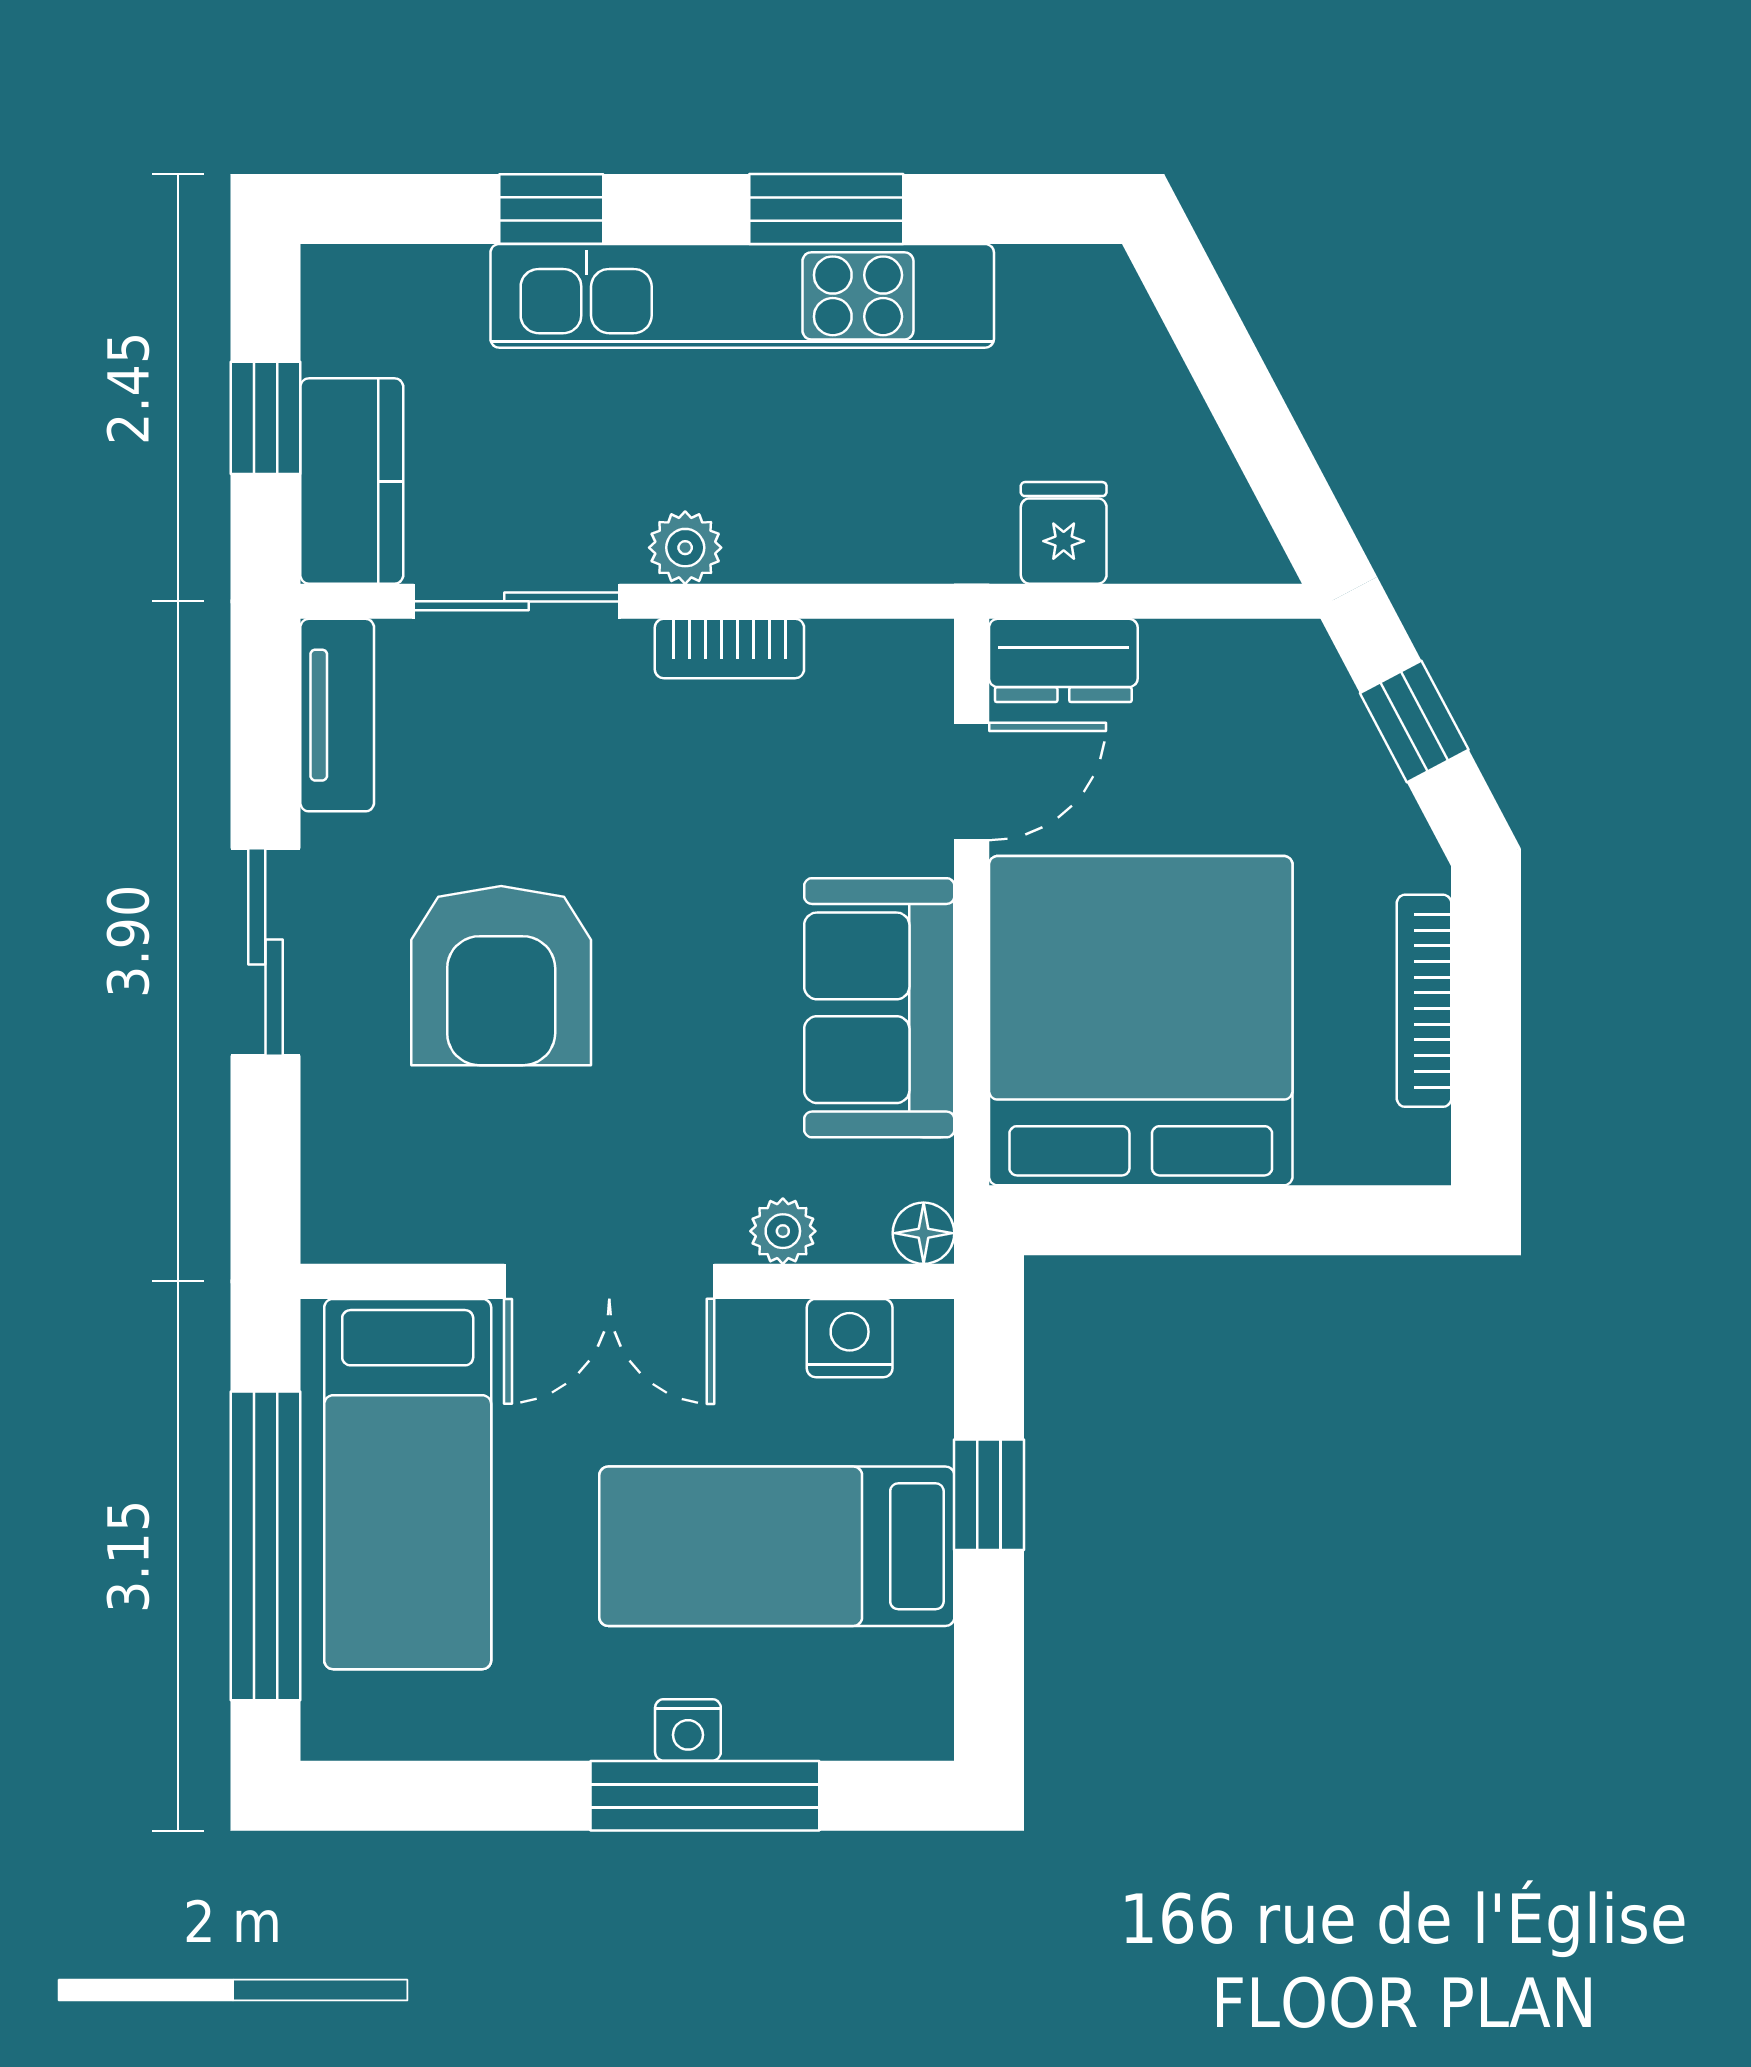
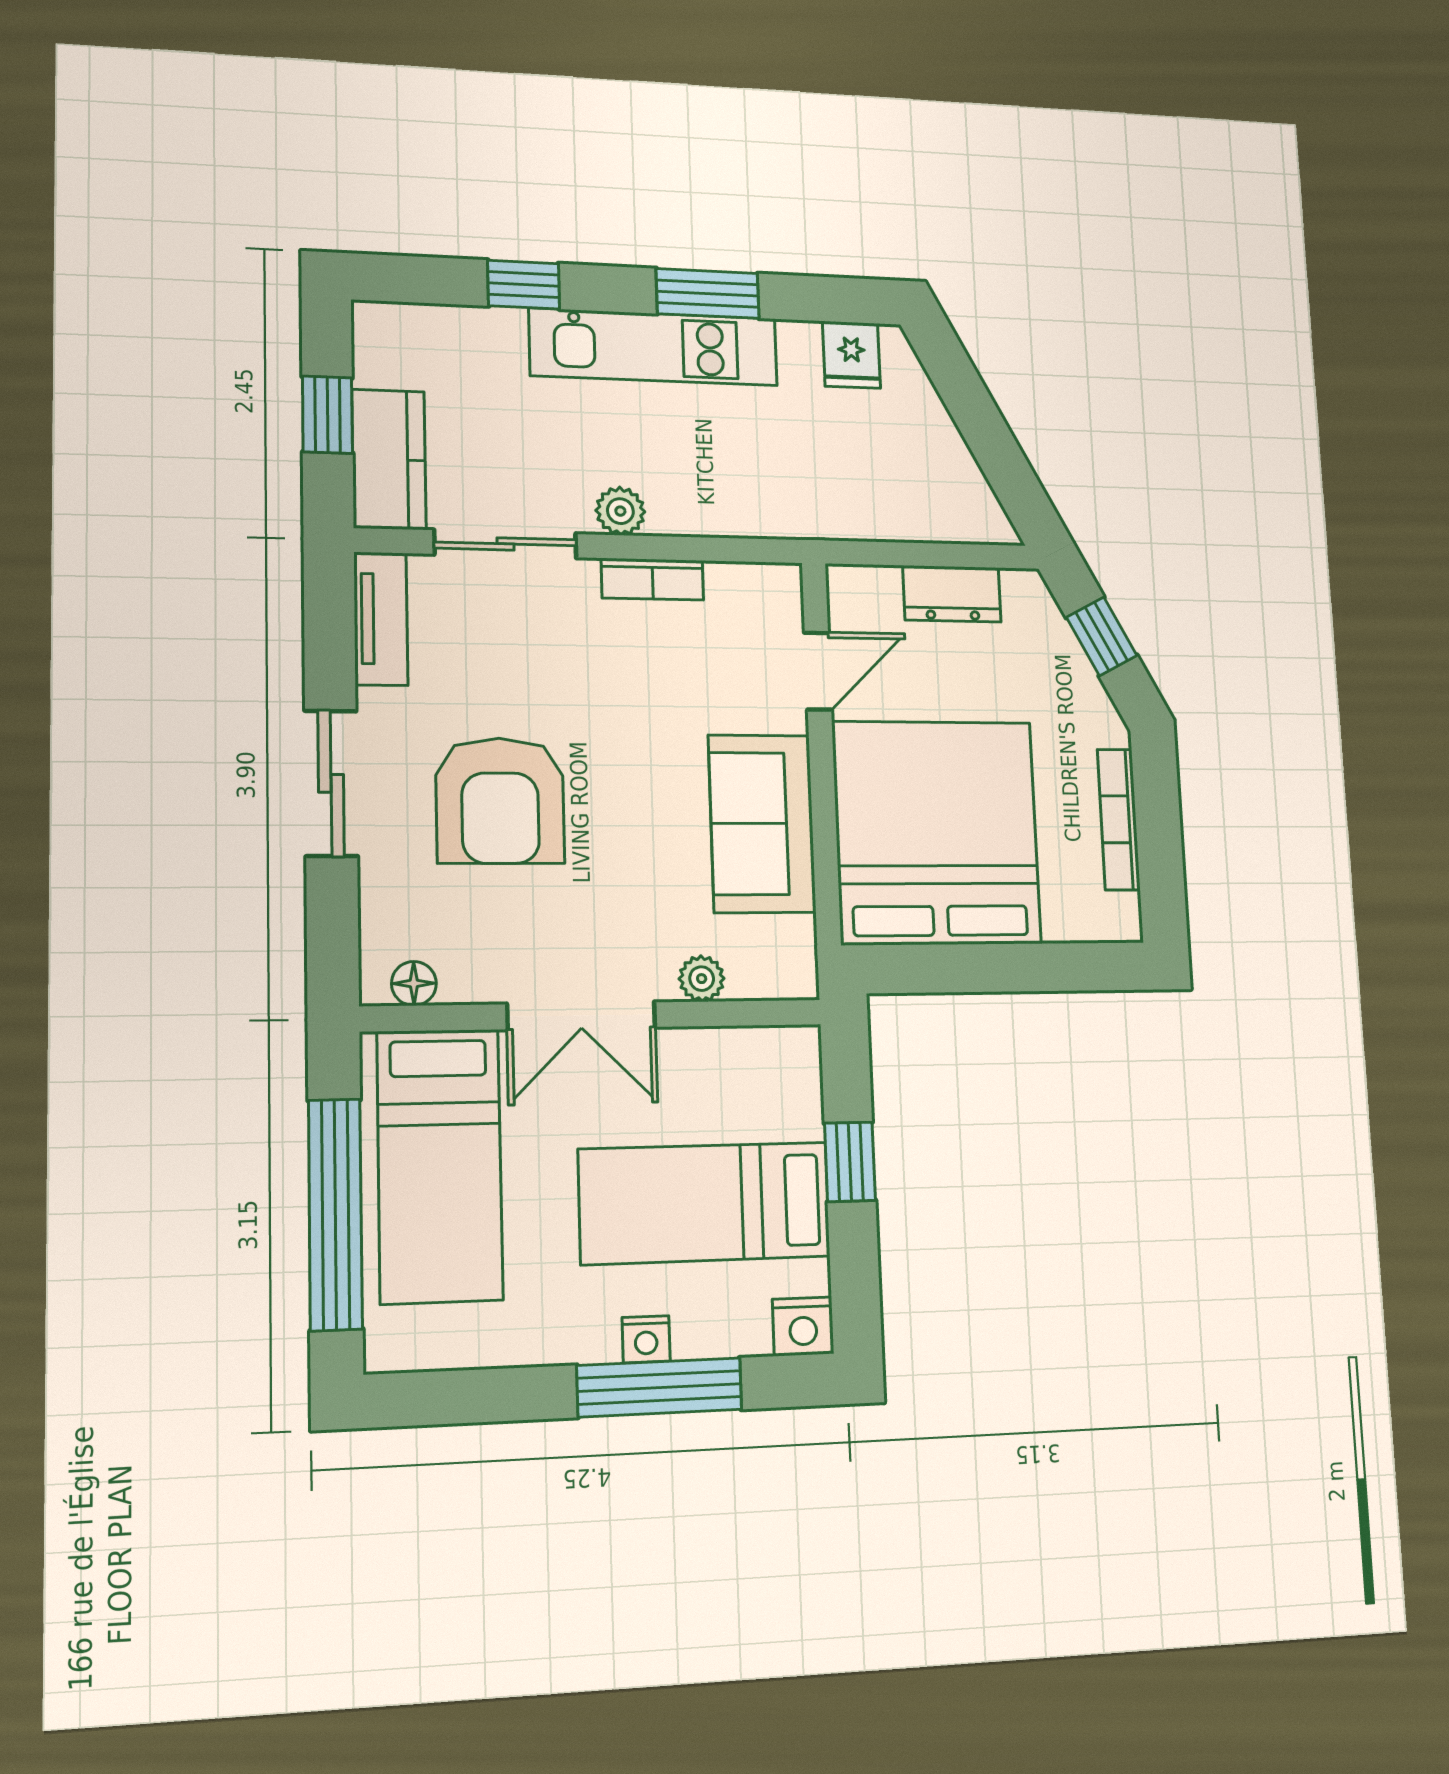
kitchen unit: (742, 296) -> (654, 347), width x0.73
fridge: (1064, 533) -> (851, 355), moved, turned 180
dresser: (1063, 660) -> (952, 594), moved
floor lamp: (924, 1233) -> (414, 983), moved
nightstand: (850, 1338) -> (803, 1326), moved, turned 180

